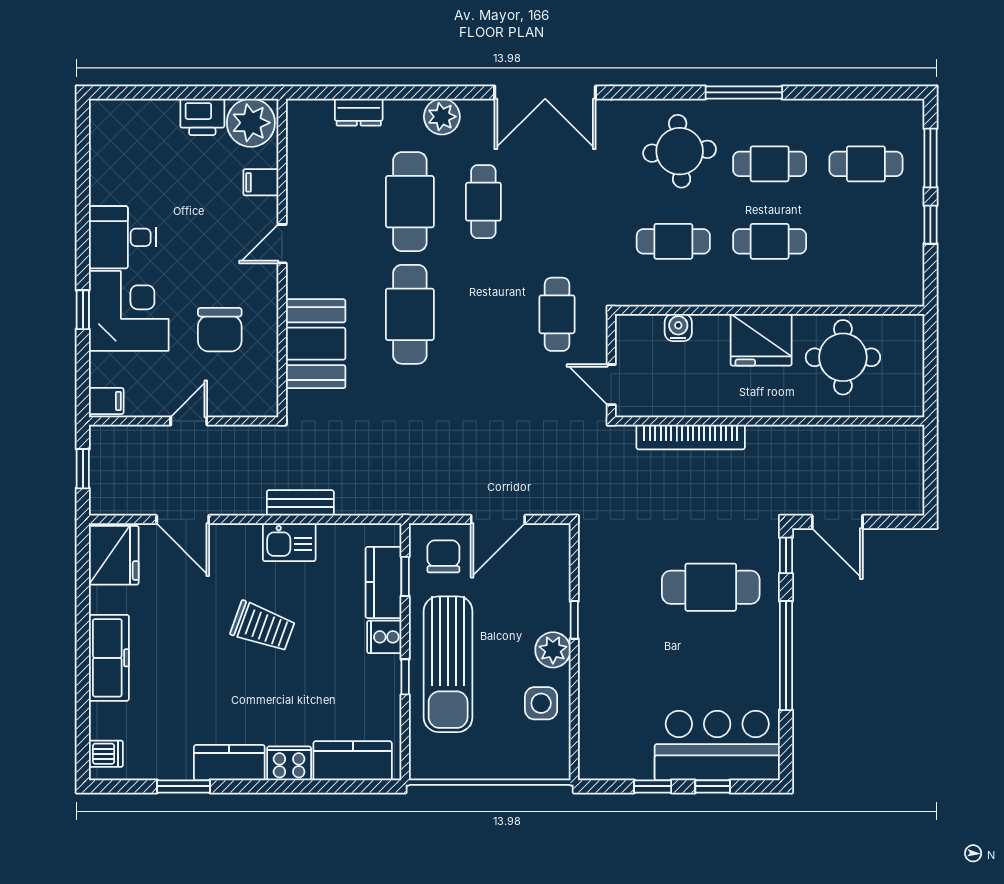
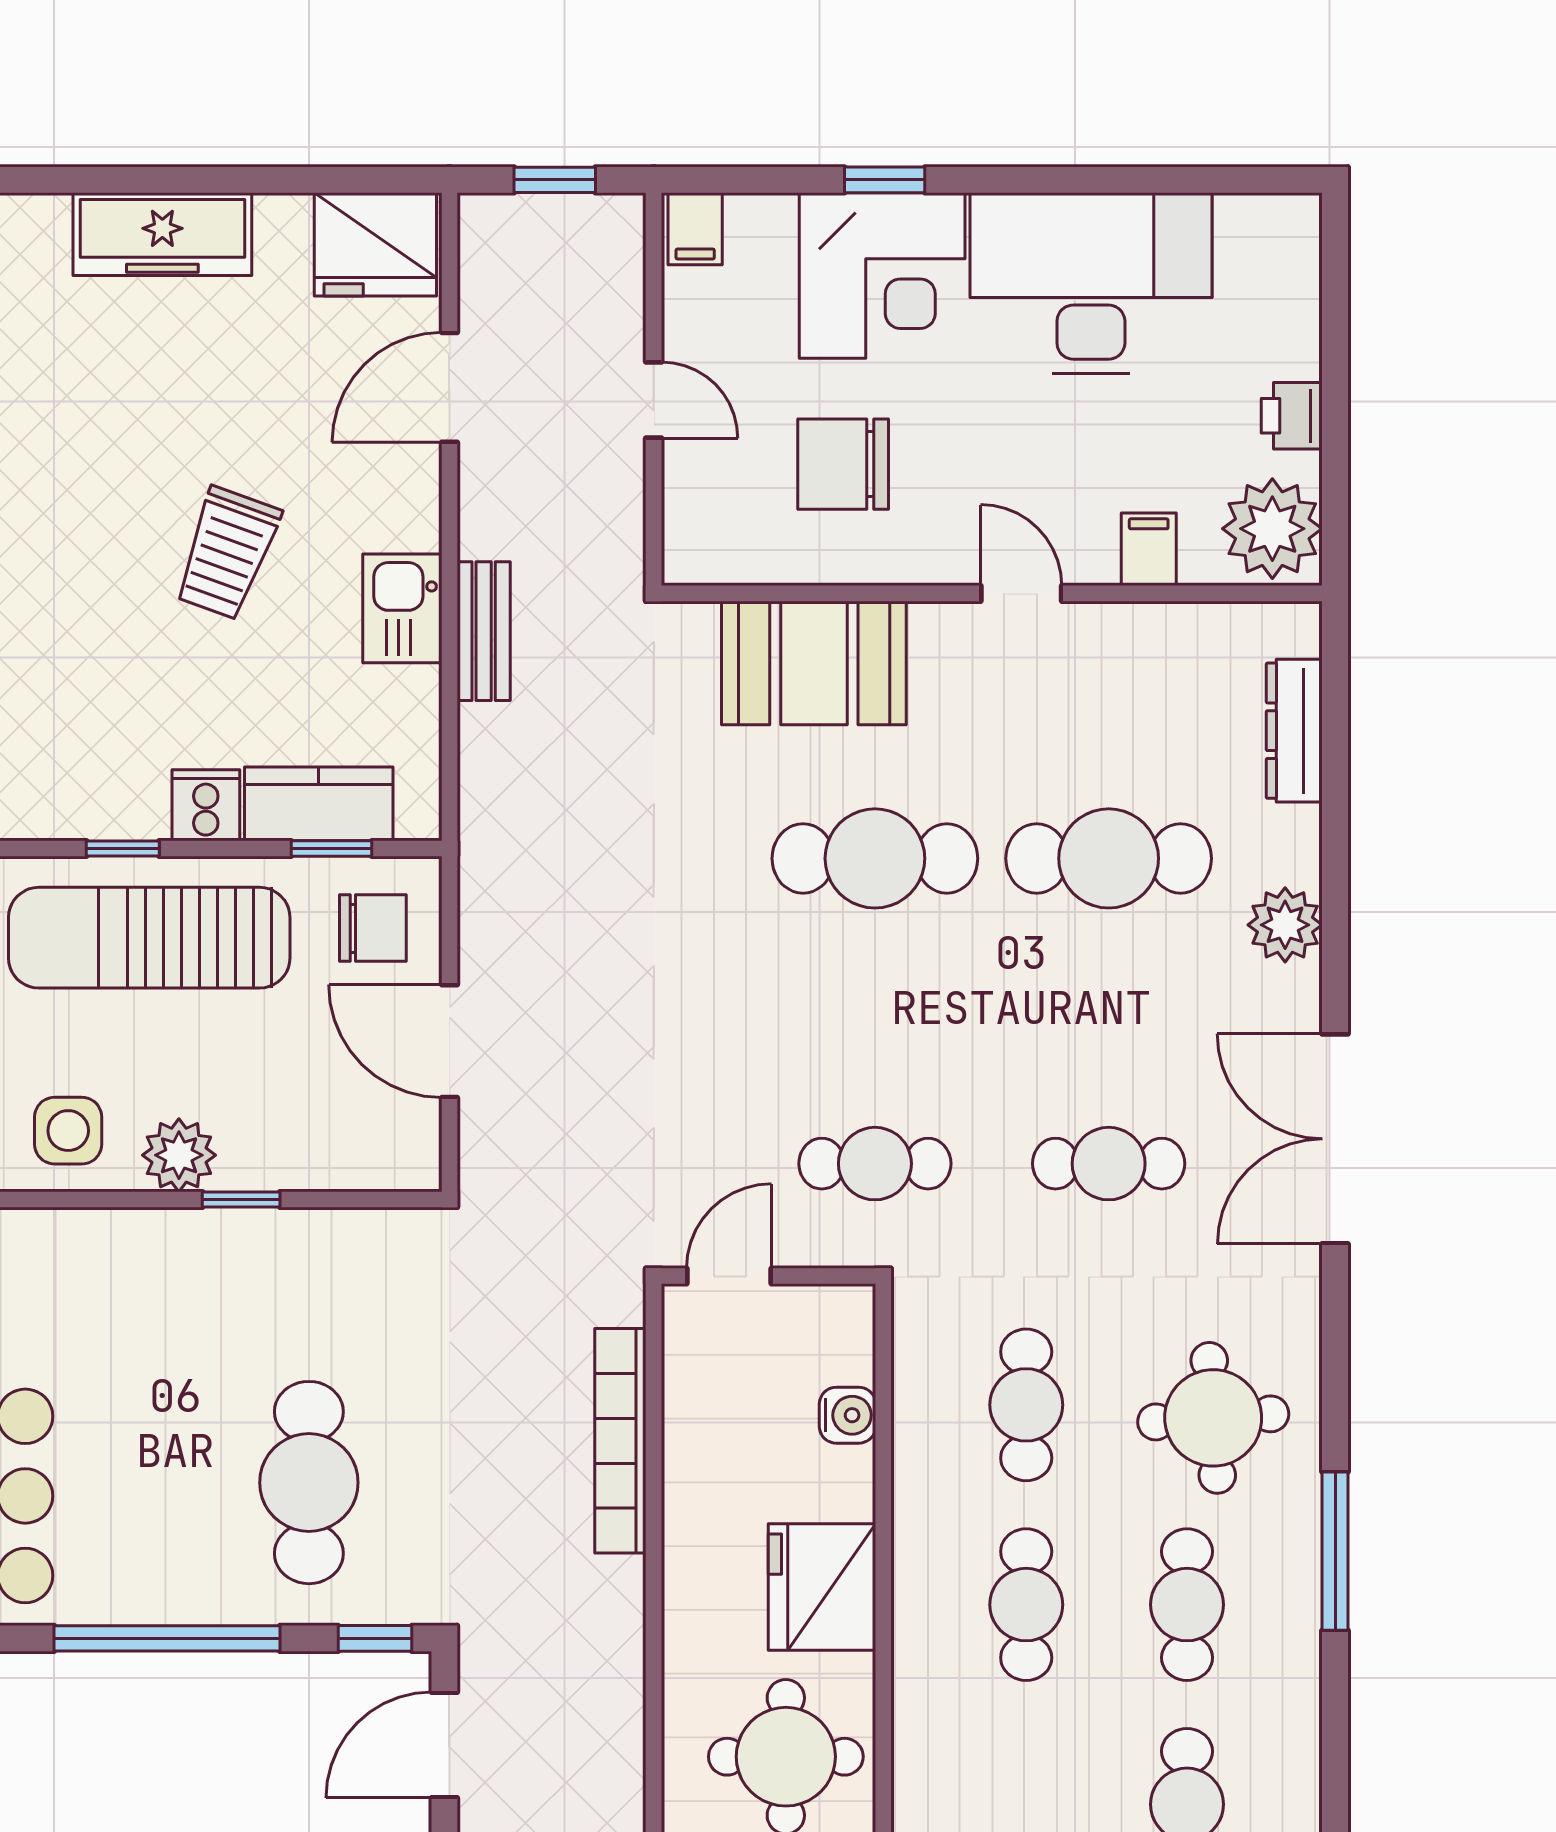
dresser: (359, 112) -> (1294, 731), width x1.44
printer: (202, 117) -> (1292, 416), width x0.73, depth x0.81
cafe table: (483, 202) -> (1109, 1164), moved
desk: (122, 237) -> (1091, 283), width x1.87, depth x1.30

